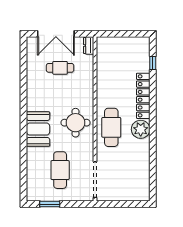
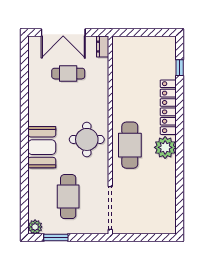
plant: (32, 195) -> (35, 227), added

